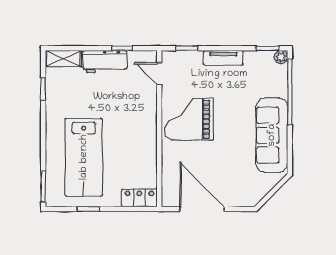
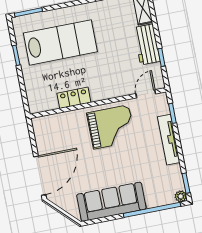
tv unit: (223, 58) -> (169, 140), width x1.41
grand piano: (189, 119) -> (111, 127), turned 90
lab bench: (84, 157) -> (60, 42), turned 180
locker: (139, 198) -> (74, 98), moved, turned -90
door: (202, 209) -> (40, 176), moved

